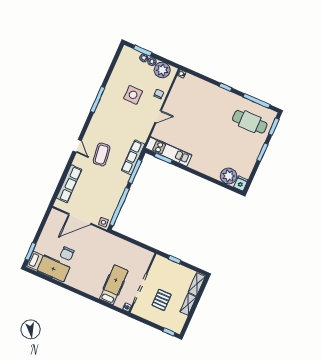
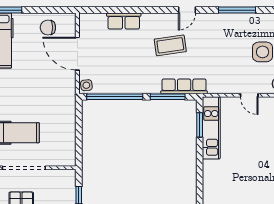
door: (77, 146) -> (187, 10), moved
row of seats: (69, 184) -> (124, 21), width x0.68
chair: (67, 254) -> (48, 28), moved

